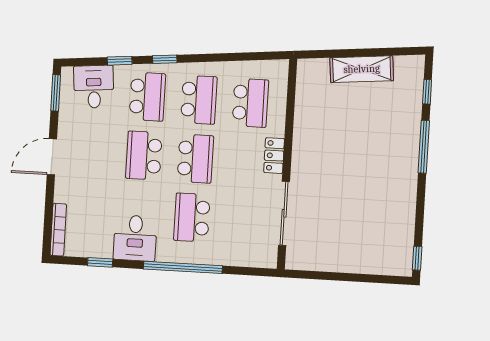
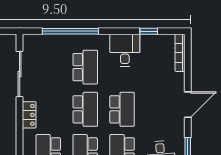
school desk: (195, 159) -> (85, 109), turned 180
window: (183, 267) -> (70, 31), moved

